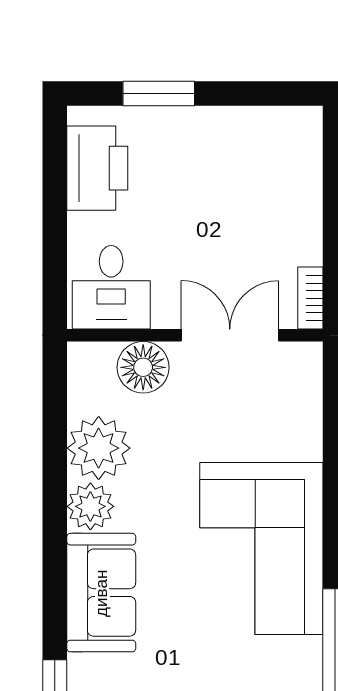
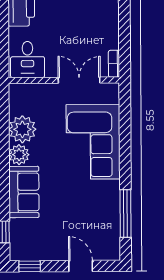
floor lamp: (143, 367) -> (42, 94), removed
corner sofa: (261, 548) -> (93, 142), moved

